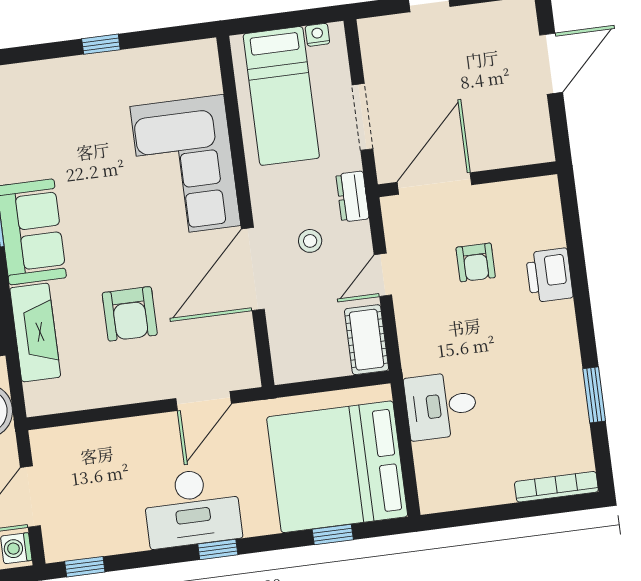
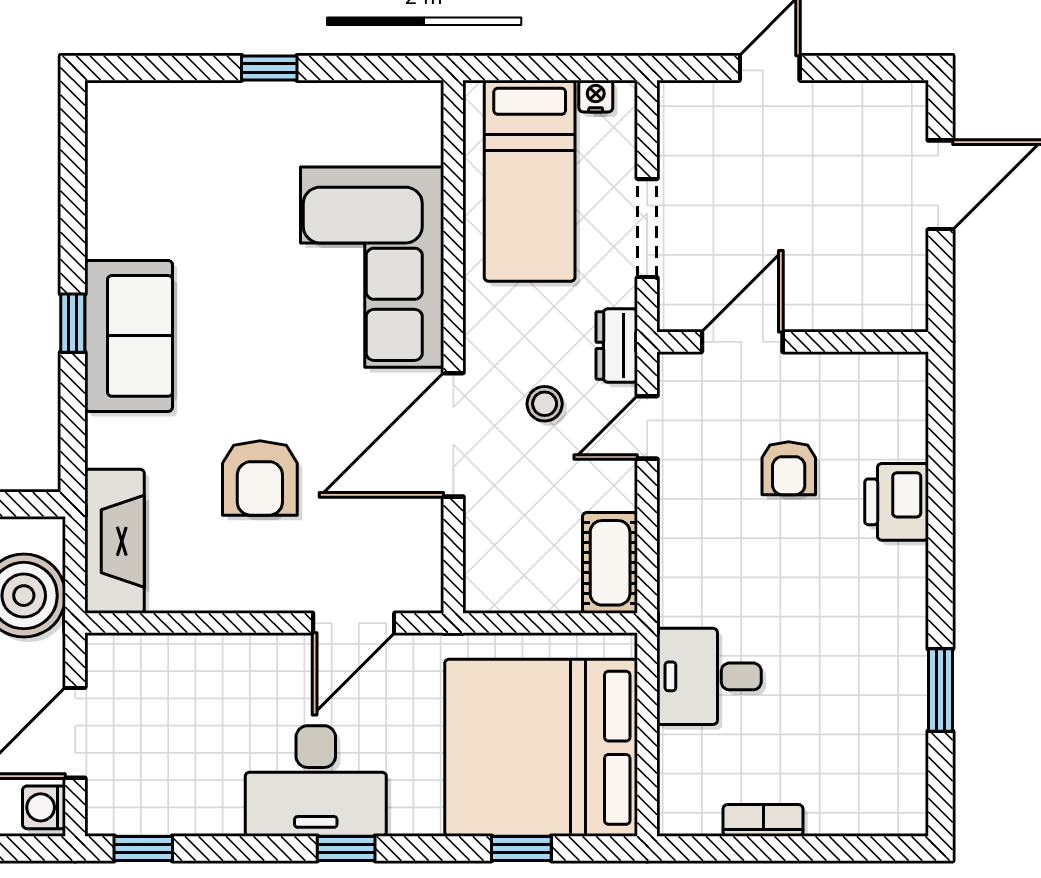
door: (434, 184) -> (742, 342), width x0.73
door: (383, 275) -> (647, 427), moved
fireplace: (35, 332) -> (115, 541), moved
bookcase: (556, 487) -> (763, 820), moved, width x0.64

